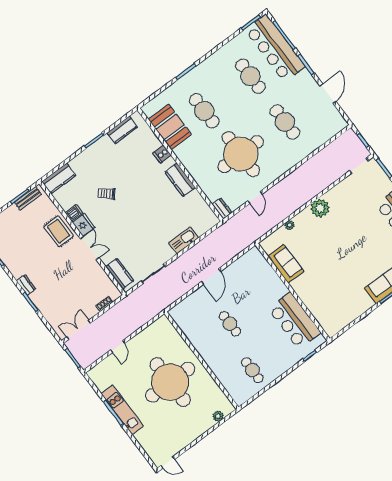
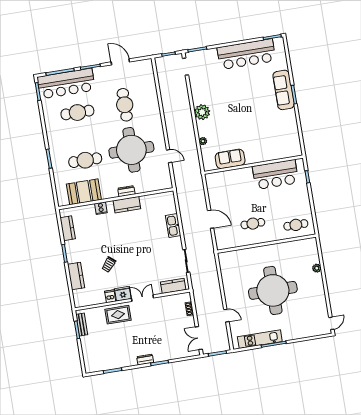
cafe table: (285, 122) -> (125, 105), turned 90
kitchen counter: (59, 179) -> (76, 276), moved
dresser: (222, 209) -> (126, 191), moved
wall: (201, 360) -> (266, 244), moved
kitchen unit: (122, 410) -> (260, 339), moved

